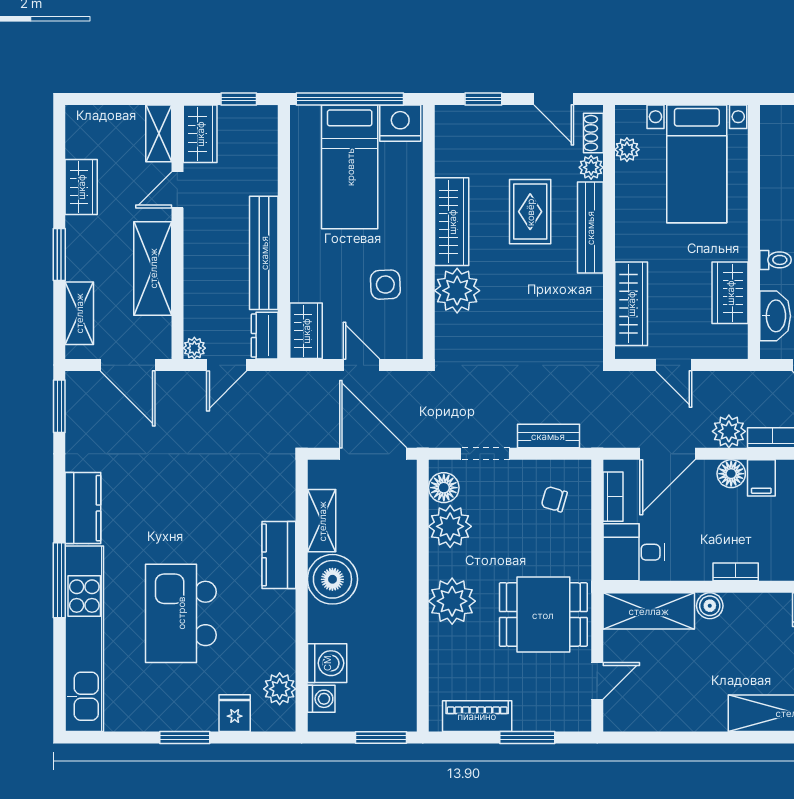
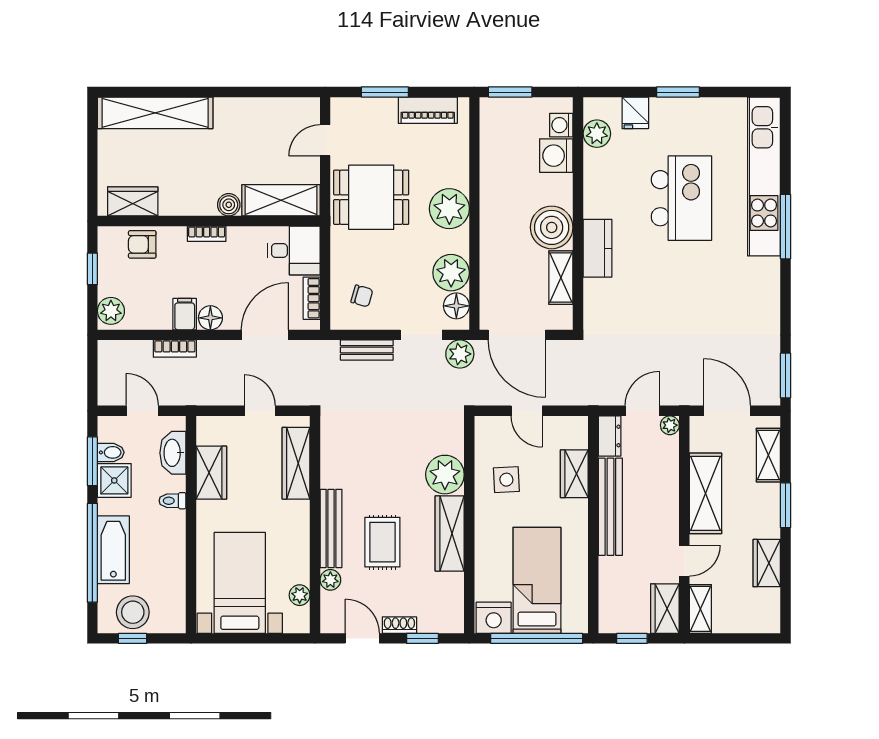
shoe rack: (593, 133) -> (399, 625), moved, turned -90
wardrobe: (306, 331) -> (574, 474), moved
plant: (729, 431) -> (460, 354), moved
kitchen counter: (83, 508) -> (765, 288), removed

